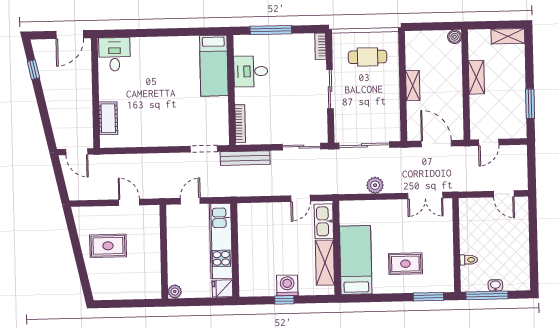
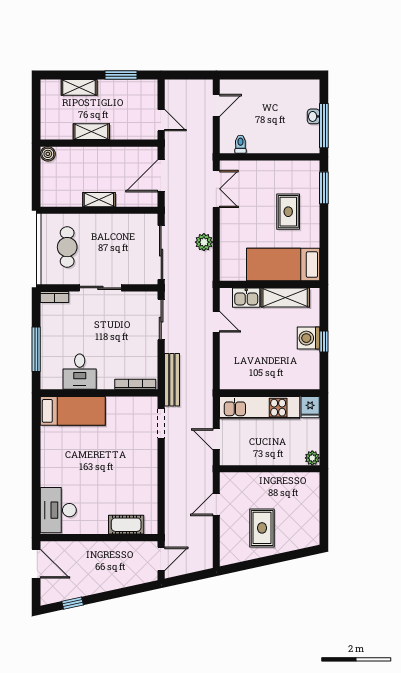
shelving: (508, 36) -> (79, 87), moved, turned 90
desk: (115, 54) -> (58, 510), width x1.37
kitchen sink: (324, 221) -> (246, 298), width x0.73
toilet: (469, 260) -> (240, 144), moved

